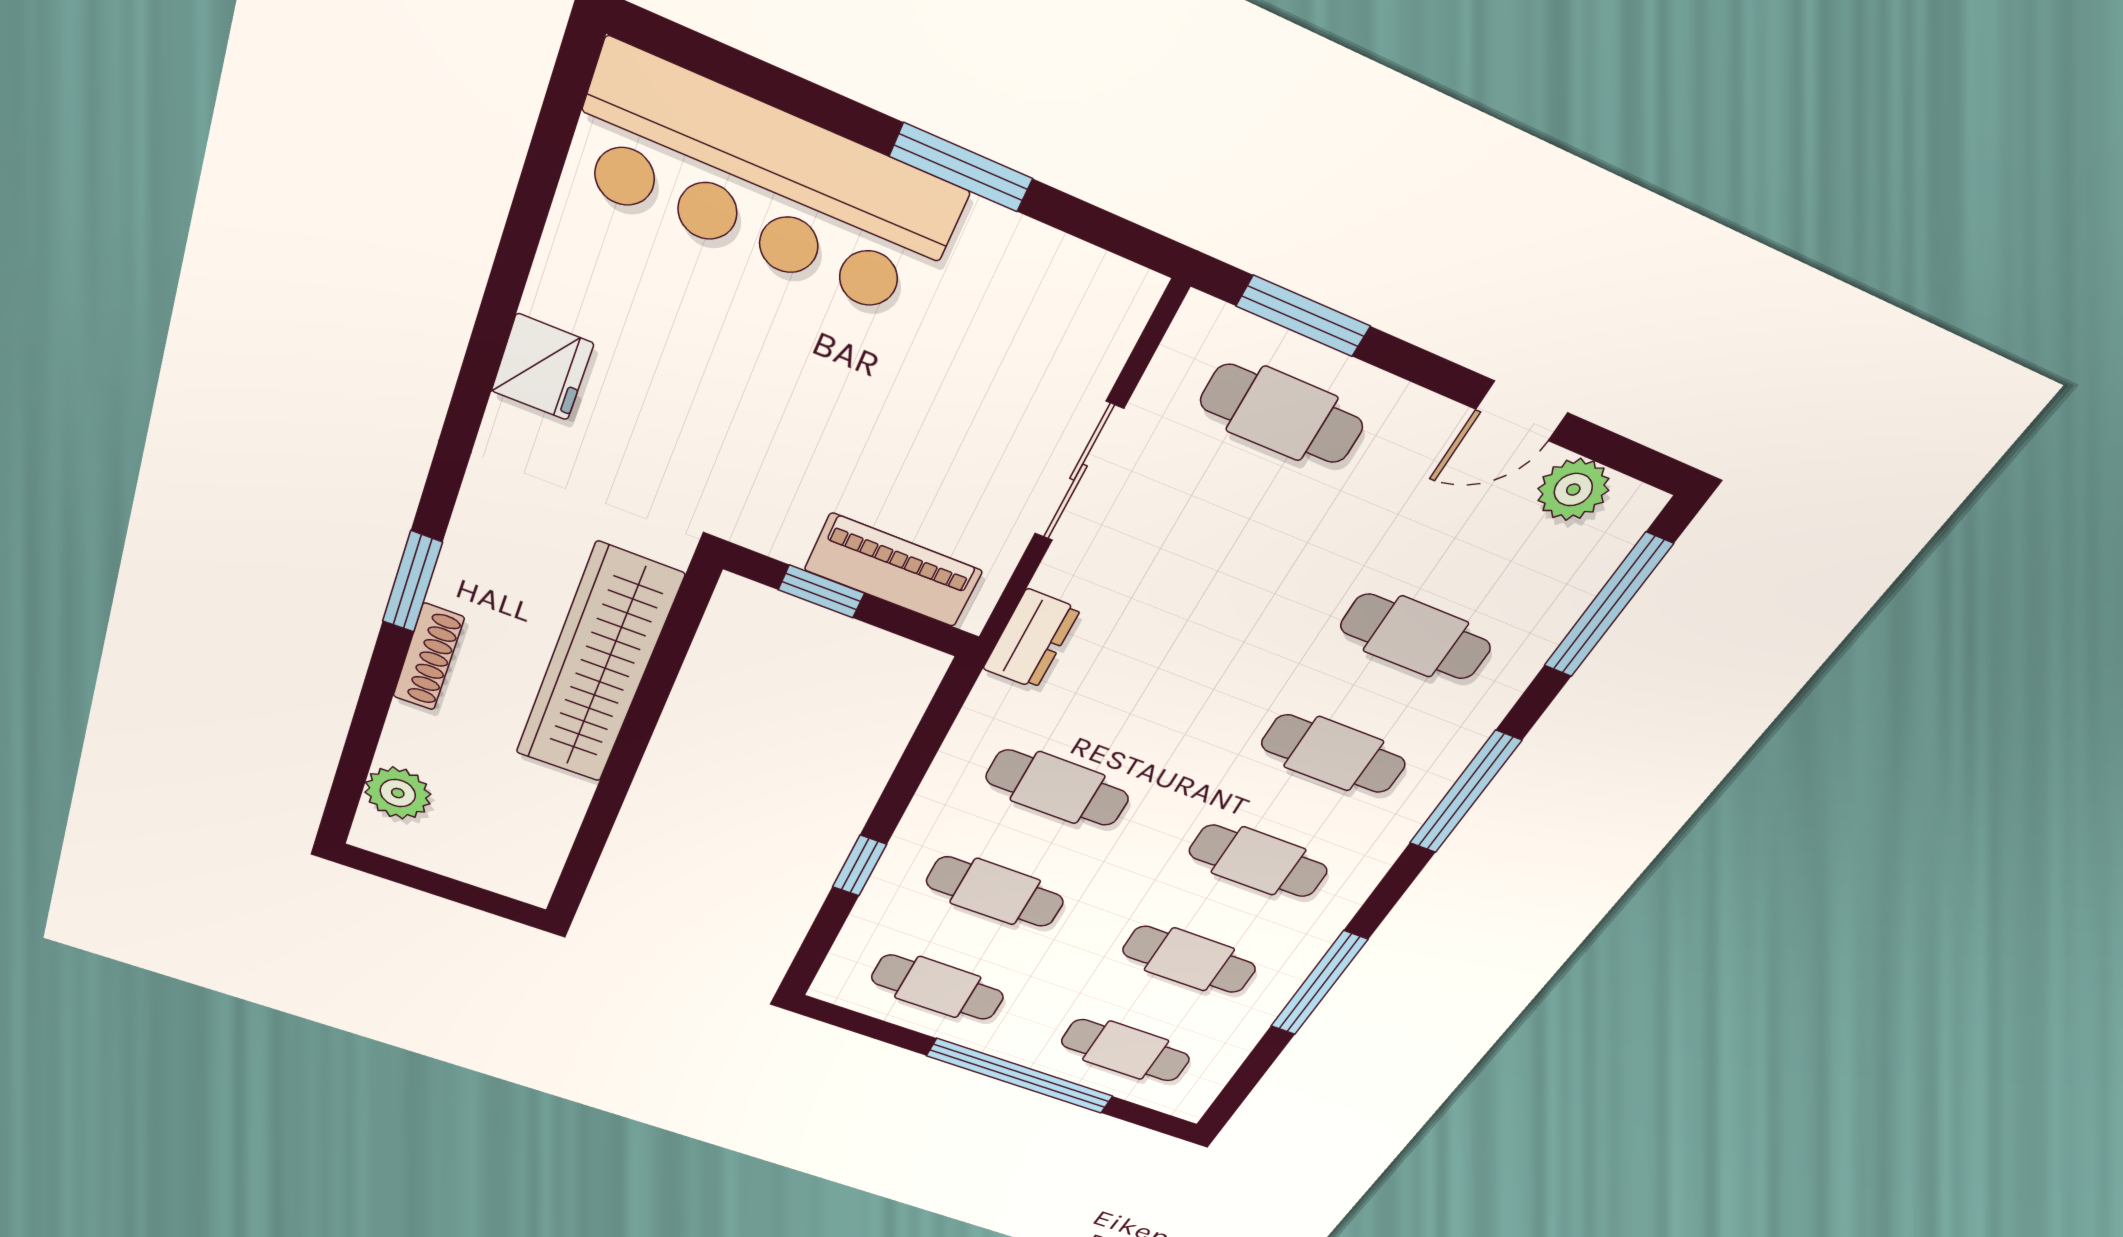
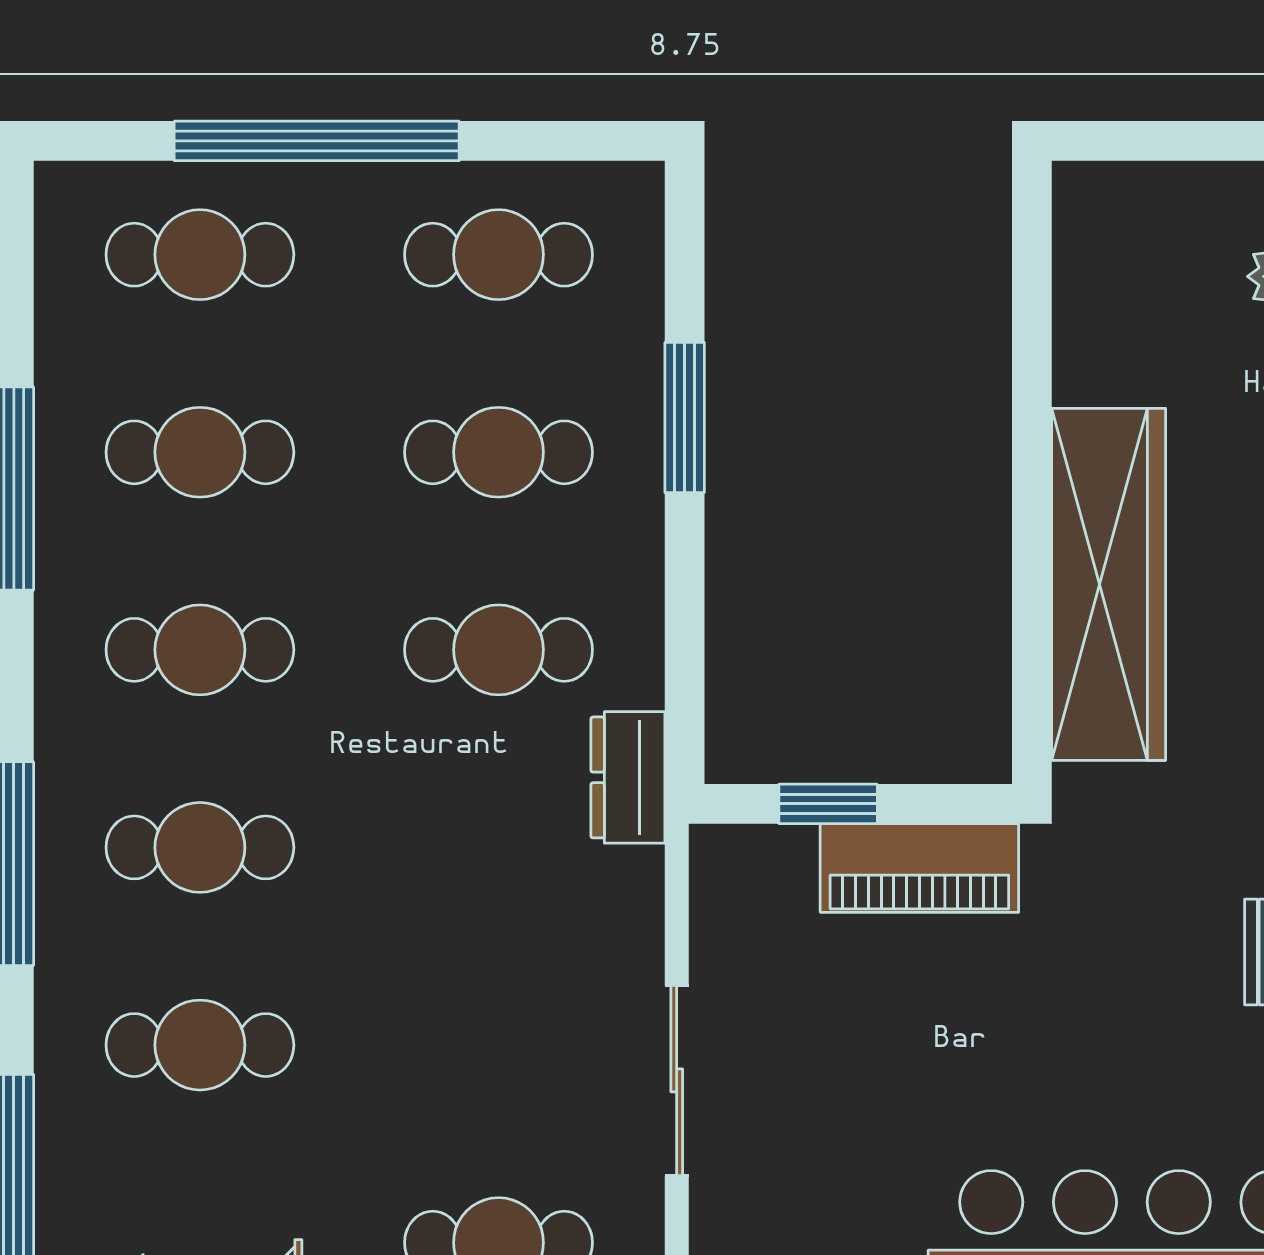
piano: (893, 570) -> (919, 868), moved
window: (821, 591) -> (828, 804), moved
dresser: (1031, 639) -> (628, 777), moved
window: (859, 866) -> (685, 417), width x1.50

